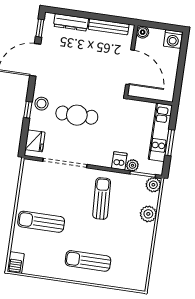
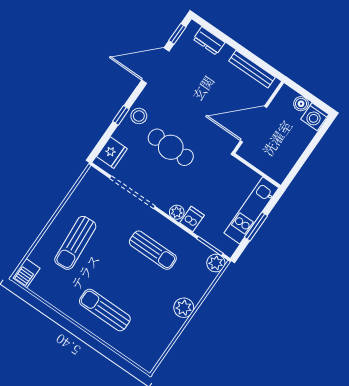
dresser: (71, 22) -> (209, 41), width x0.70
boiler: (143, 32) -> (301, 104), moved
door: (130, 67) -> (254, 124), swing flipped
plant: (132, 165) -> (177, 212), moved
sun lounger: (102, 198) -> (153, 250), turned 93
plant: (148, 214) -> (184, 308), moved
sun lounger: (41, 222) -> (75, 243), turned -94

